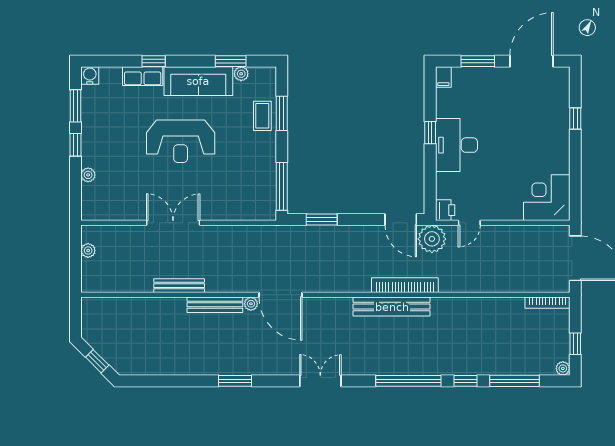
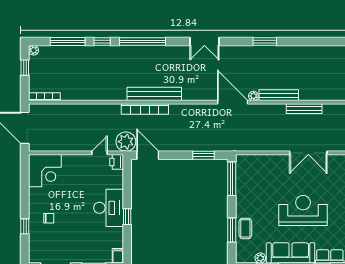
chair: (541, 130) -> (49, 218), added

